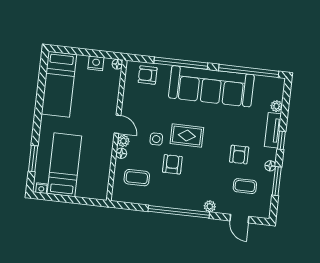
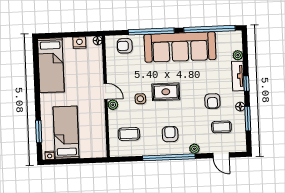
floor lamp: (121, 153) -> (113, 115), removed
armchair: (172, 164) -> (170, 134), moved

